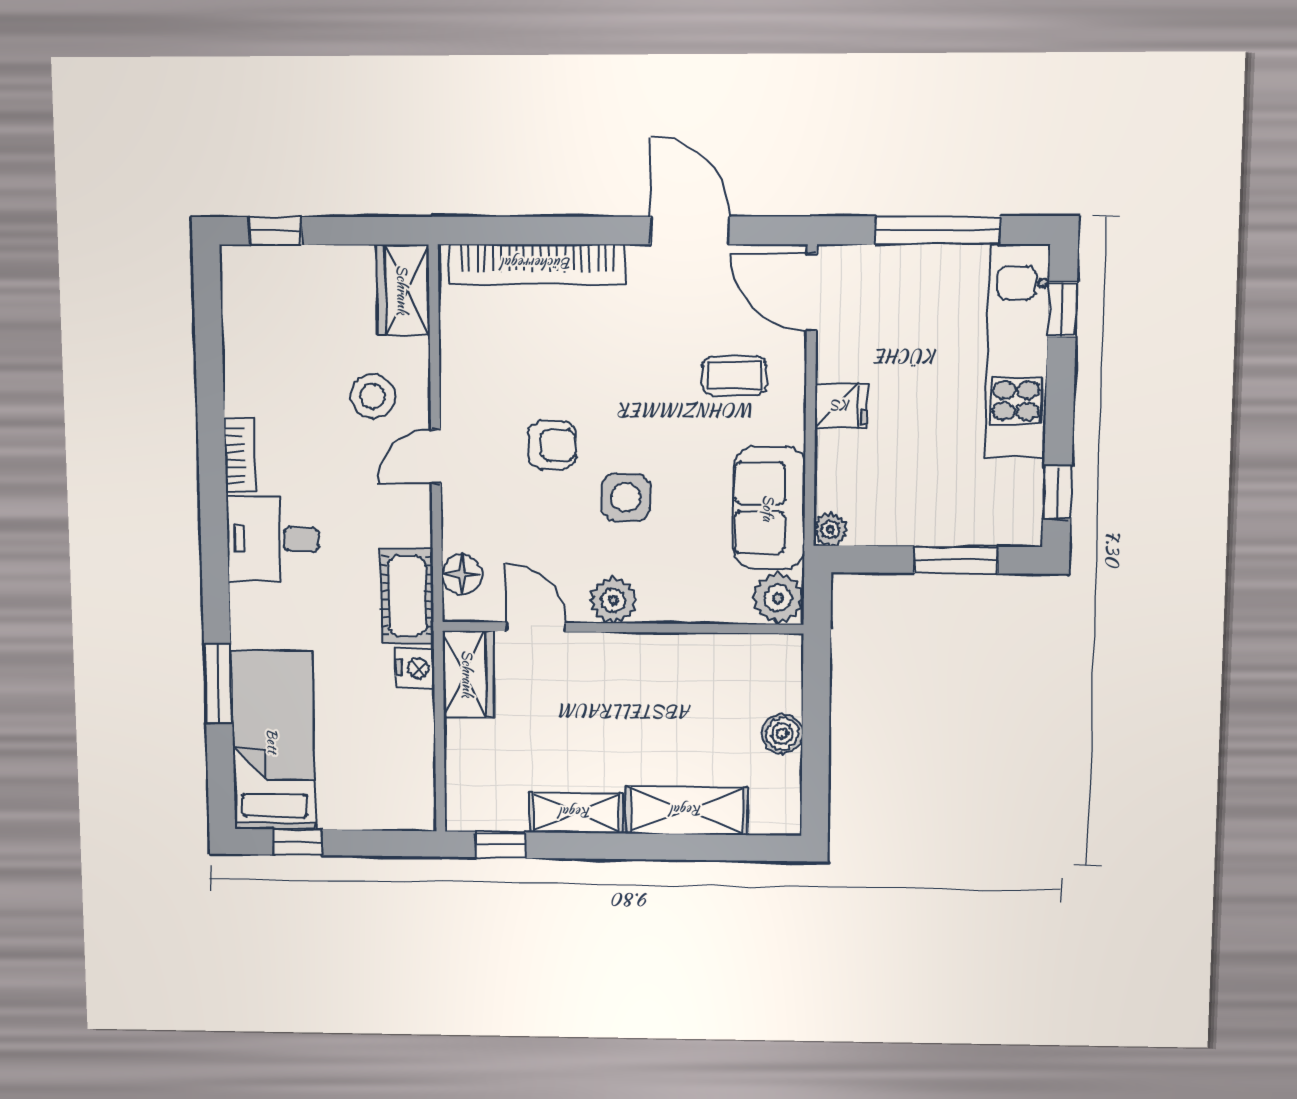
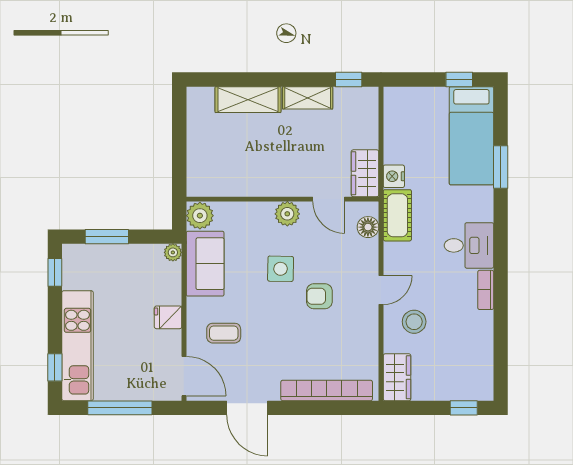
boiler: (782, 734) -> (197, 142), removed

